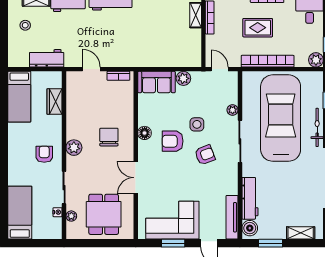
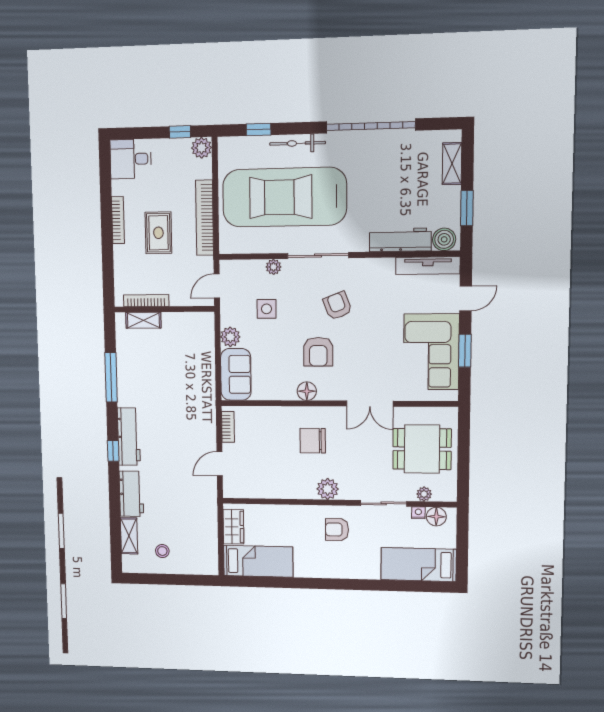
workbench: (47, 58) -> (206, 524), removed
wardrobe: (55, 102) -> (233, 527), moved, turned -90
side table: (197, 124) -> (267, 309), moved
floor lamp: (55, 225) -> (436, 517), added

